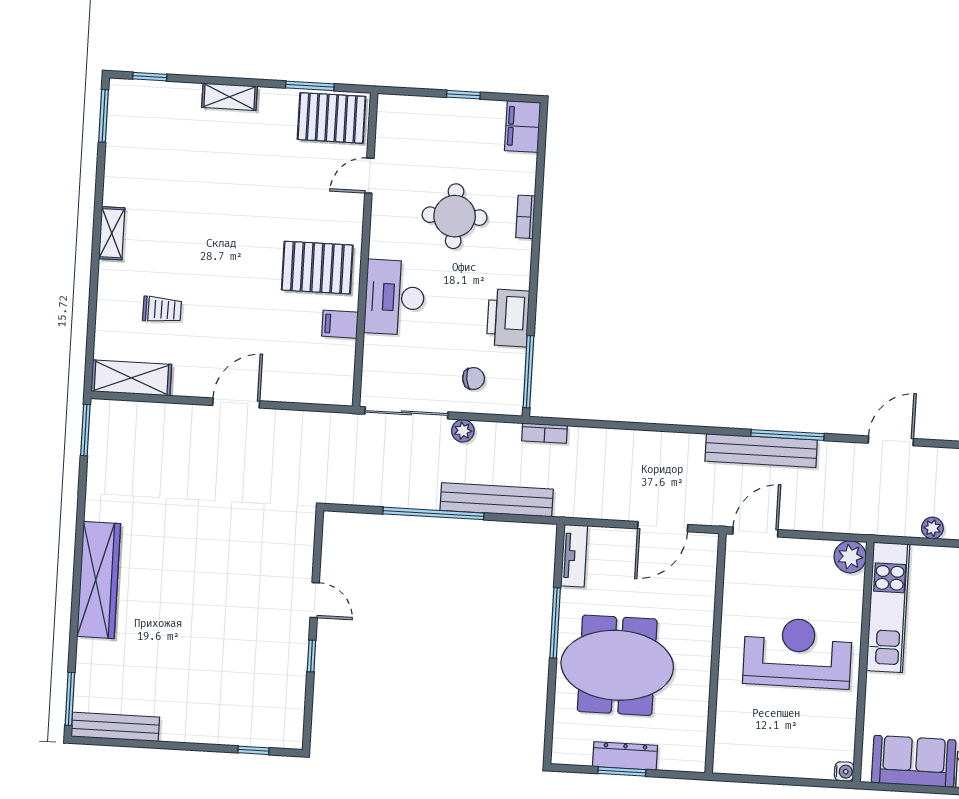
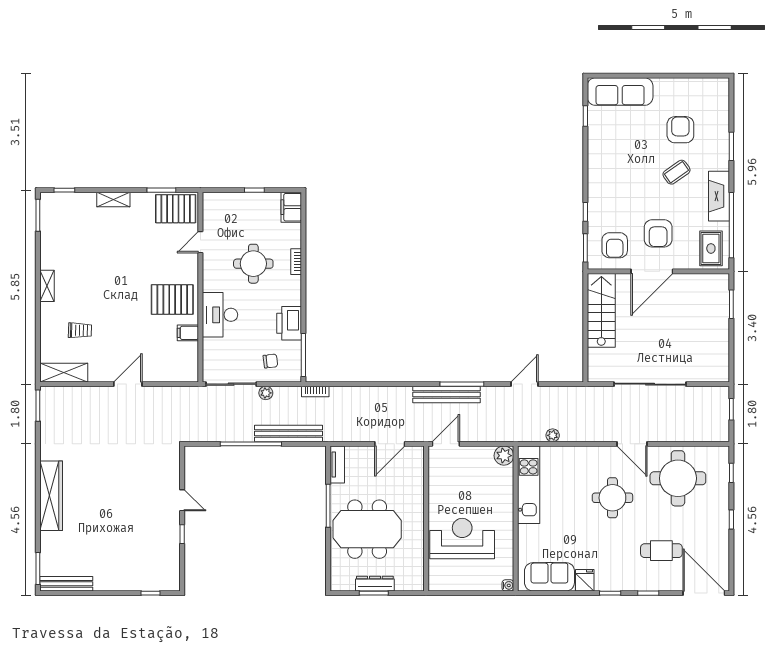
reception desk: (798, 653) -> (462, 539), moved

